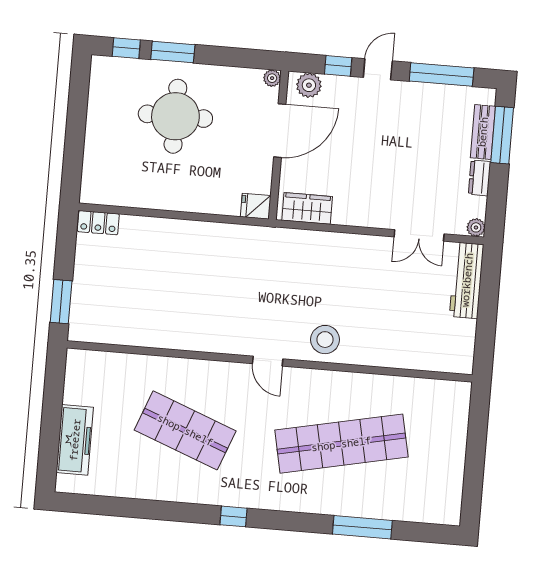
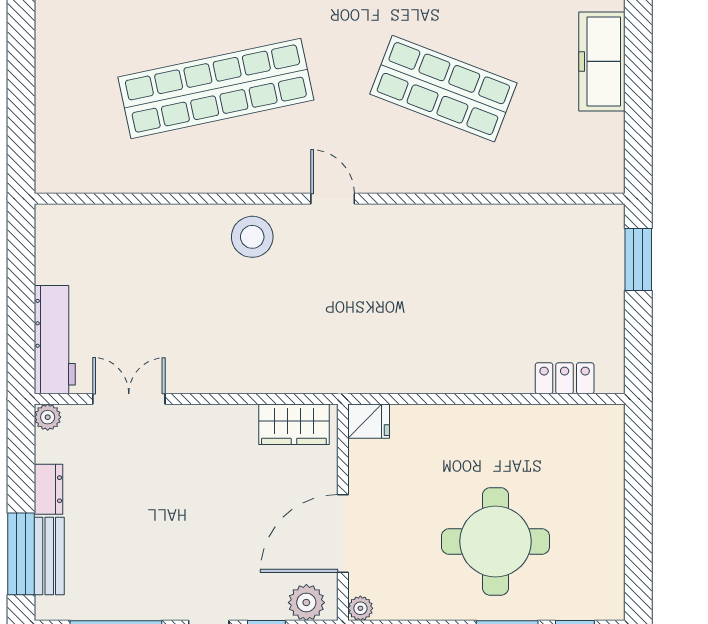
locker: (98, 223) -> (565, 378), moved

